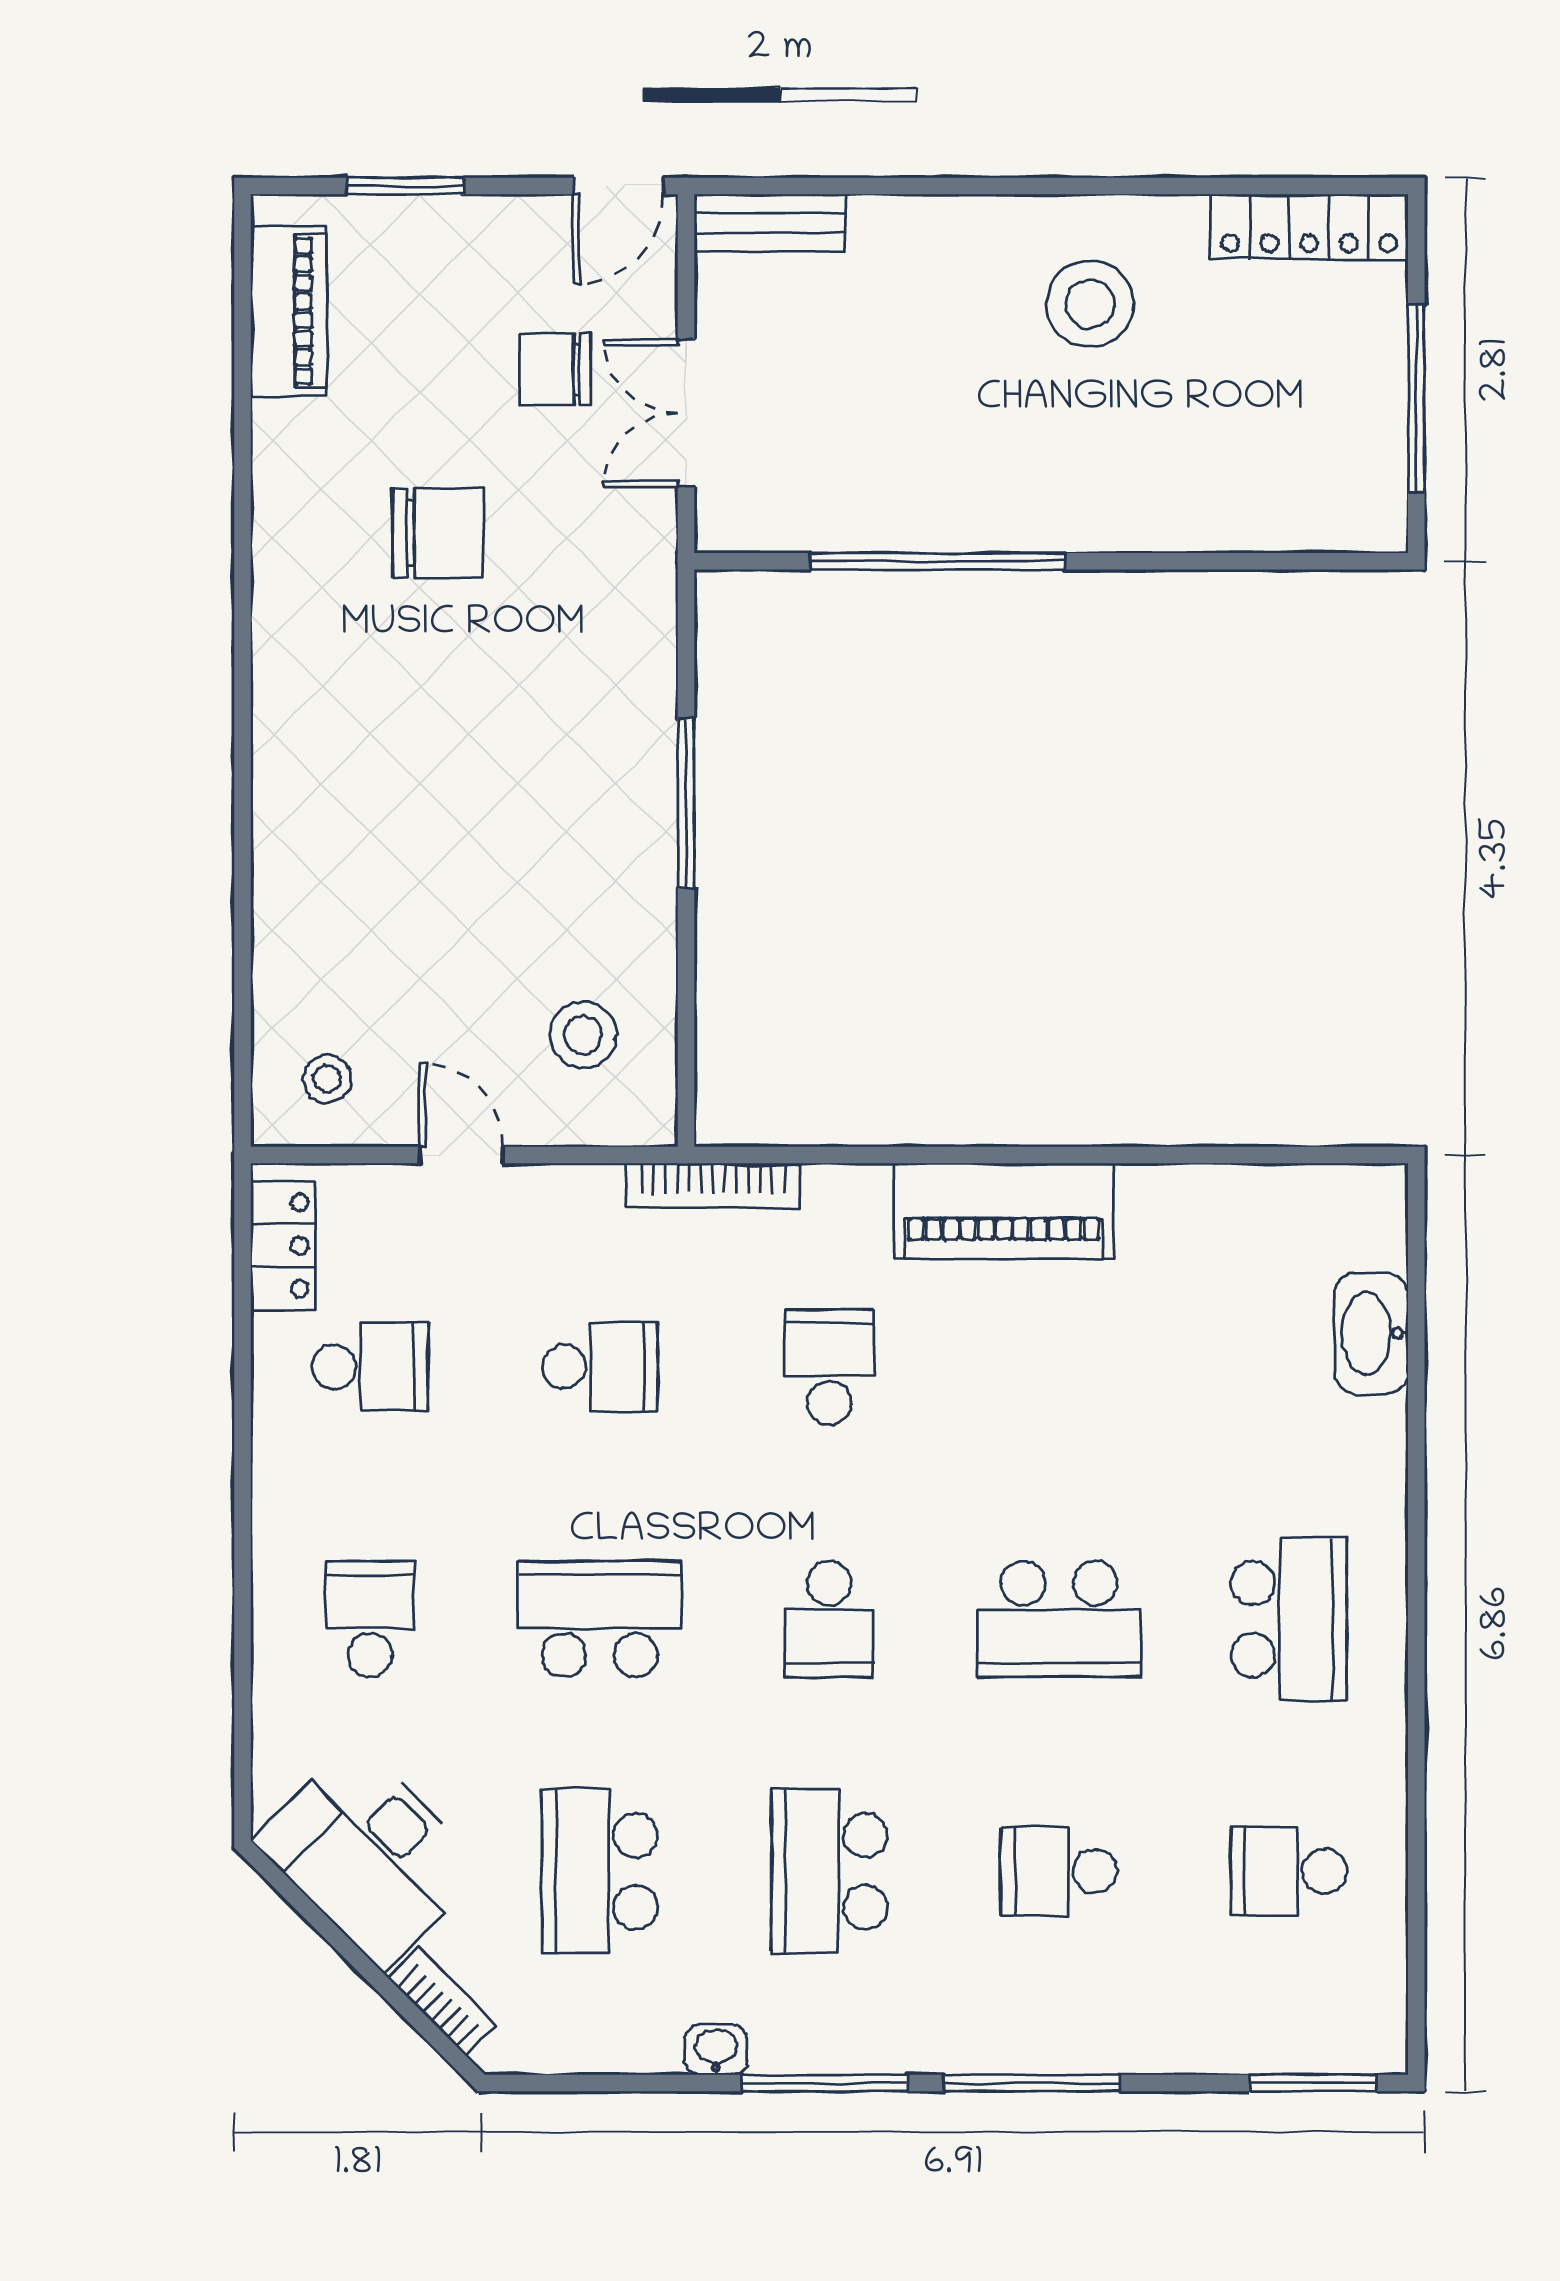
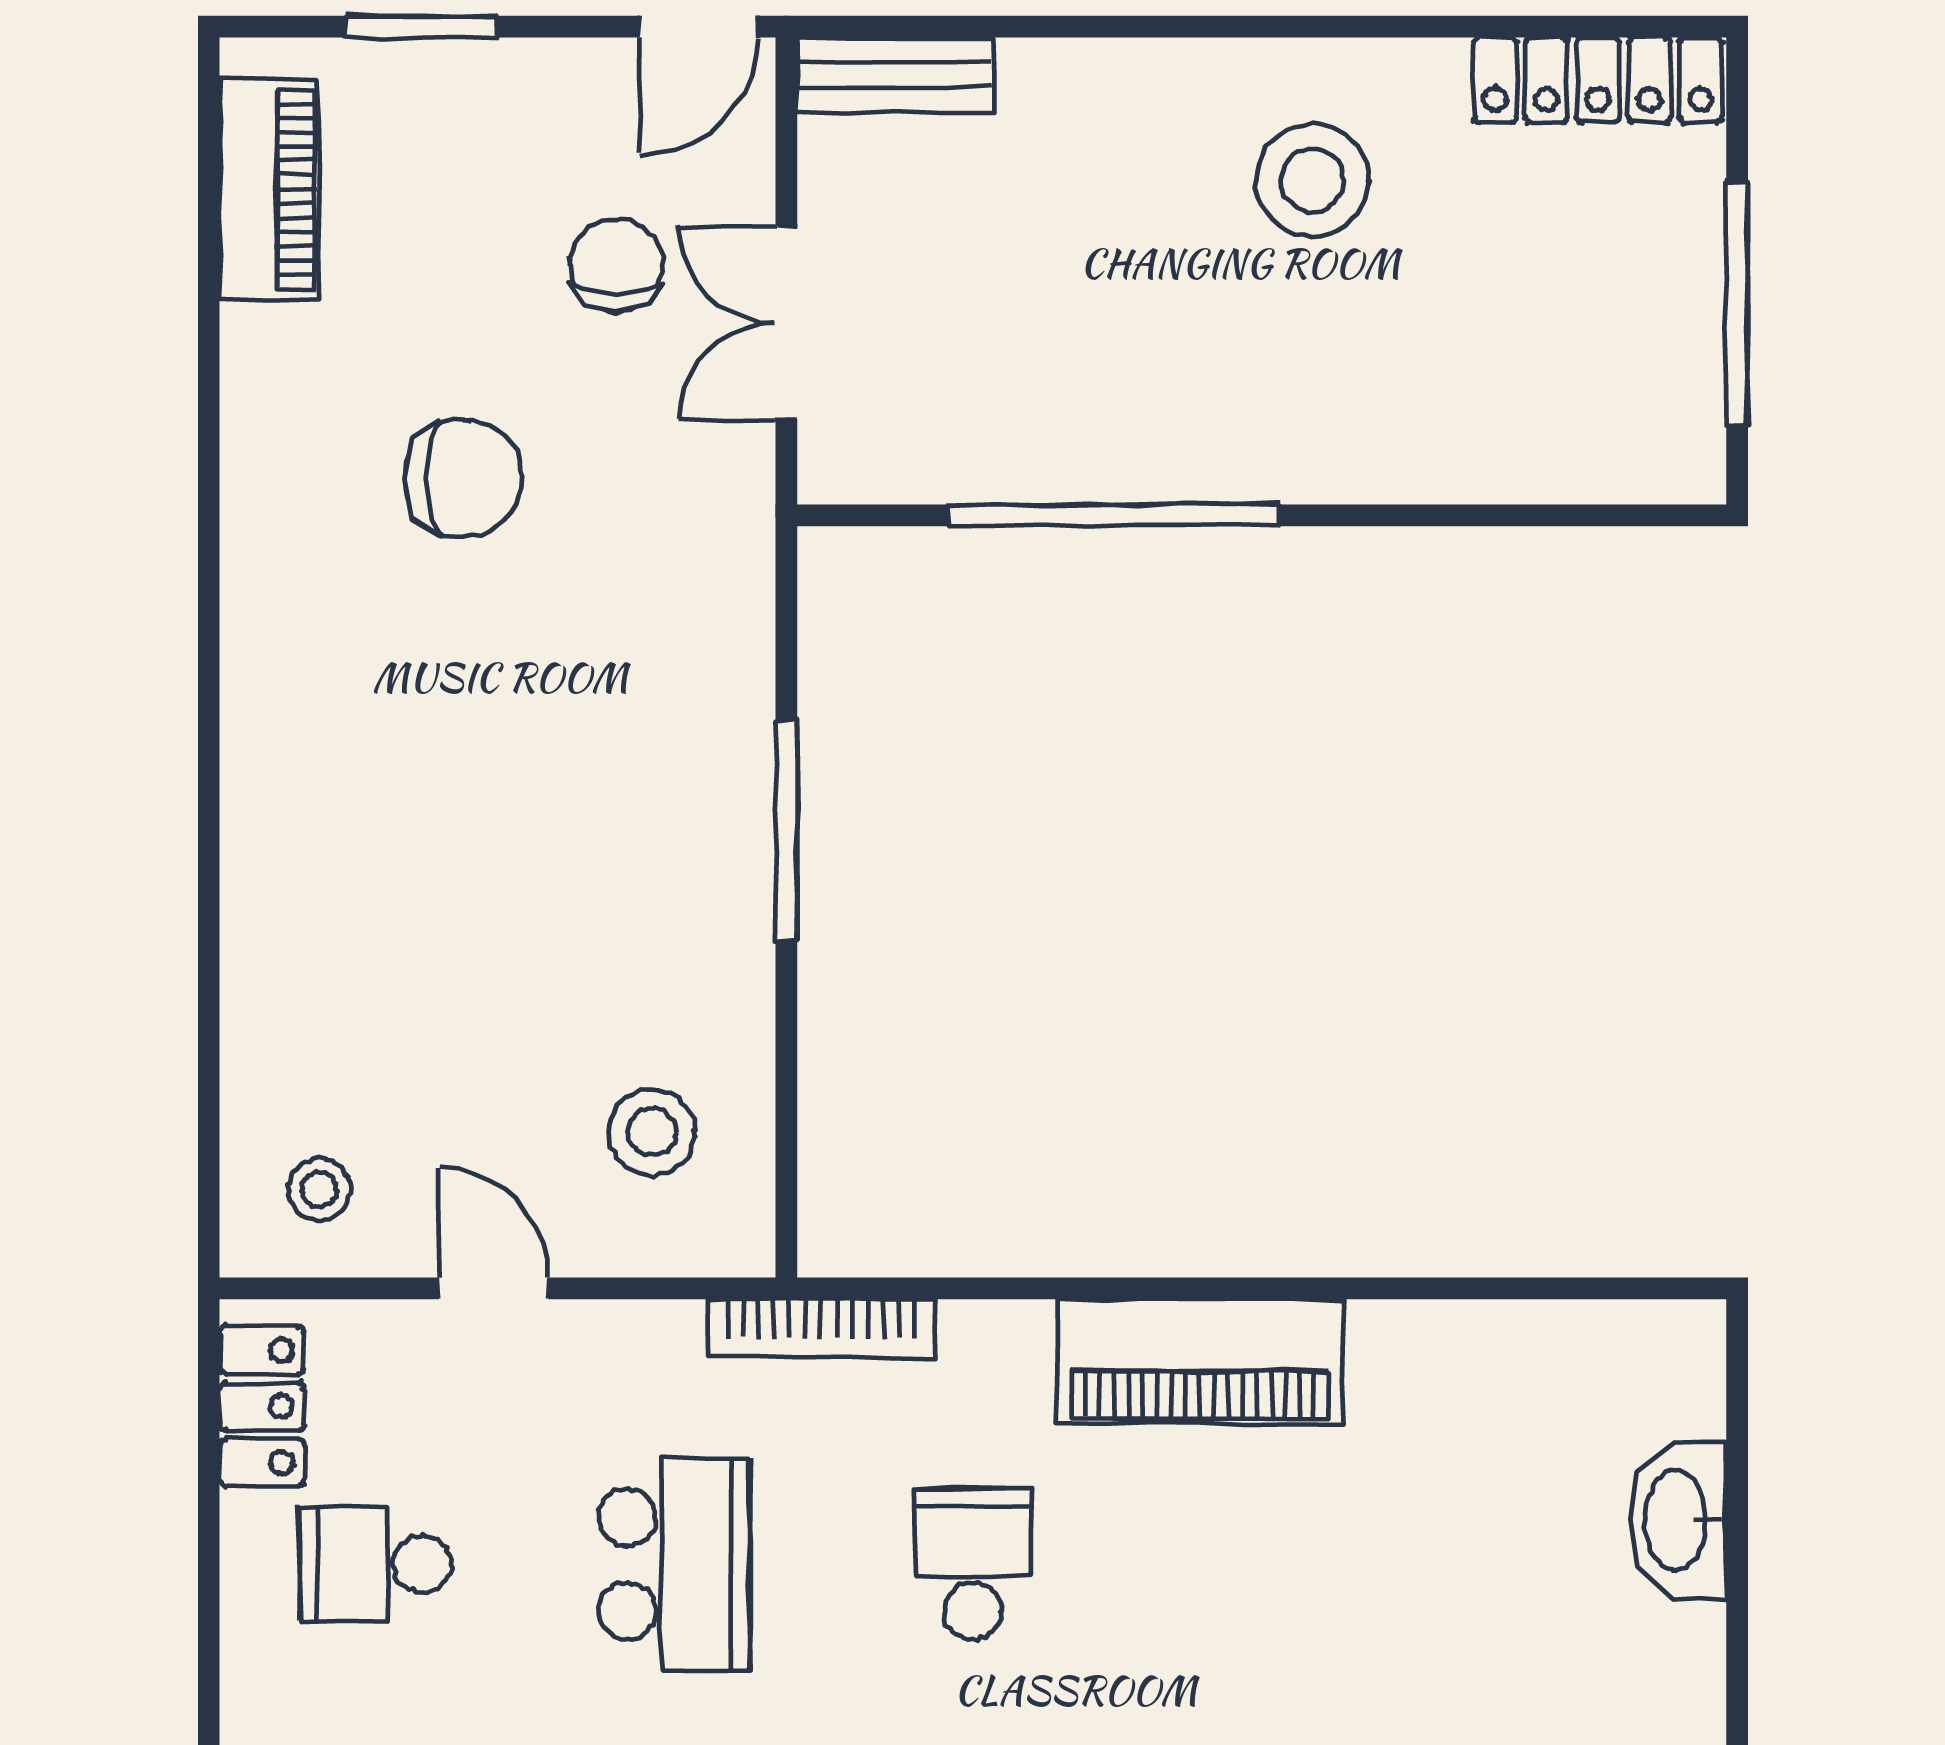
chair: (555, 369) -> (616, 265), turned 90
school desk: (370, 1367) -> (375, 1564), turned 180
school desk: (600, 1367) -> (674, 1564), width x1.85

